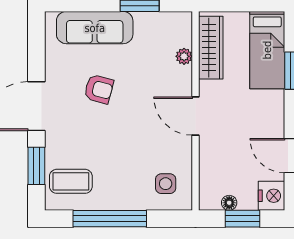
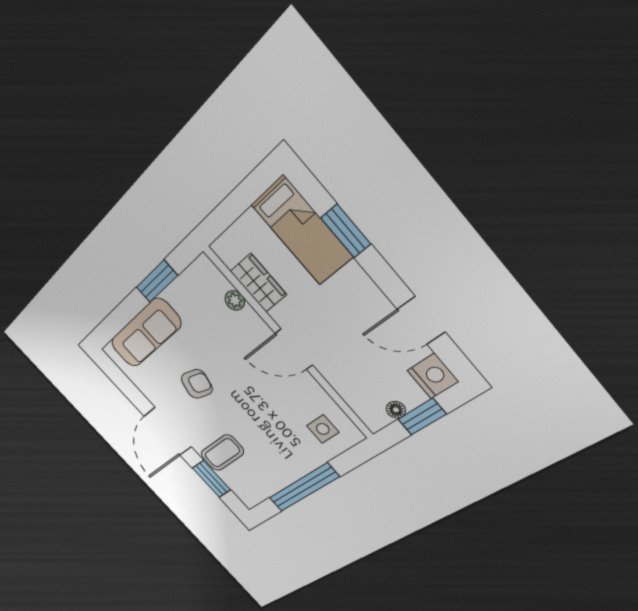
wardrobe: (211, 48) -> (258, 283), width x0.67
coffee table: (71, 181) -> (222, 453), moved

